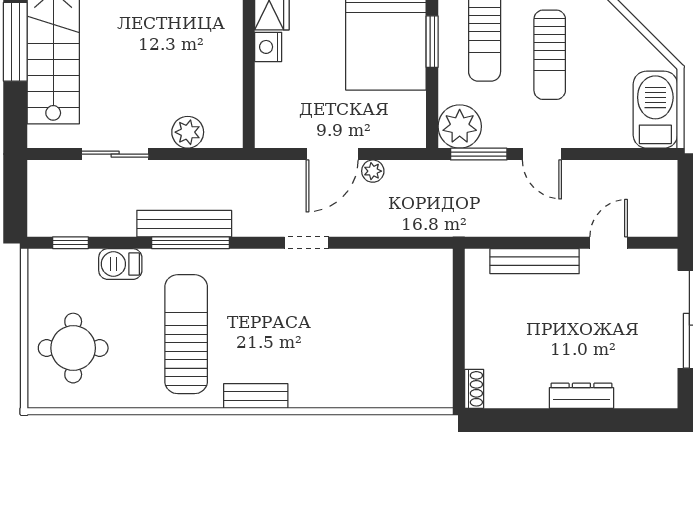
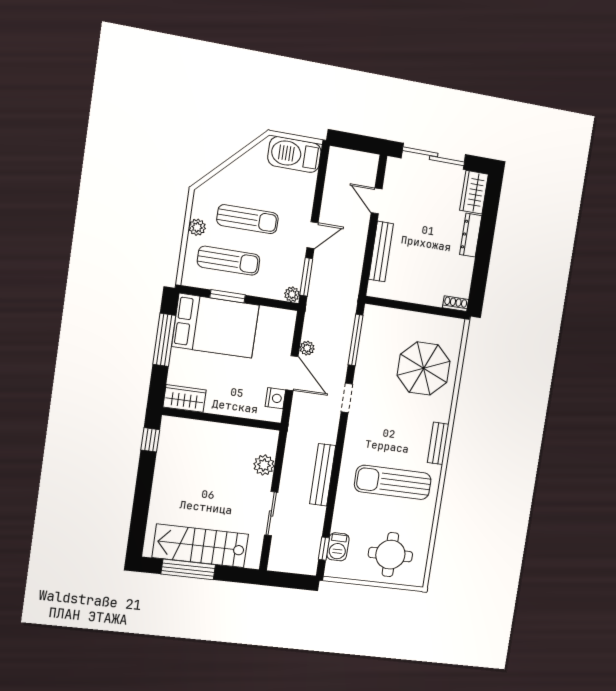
nightstand: (268, 47) -> (275, 398), moved, turned -90
plant: (460, 126) -> (292, 294), width x0.53, depth x0.53
window: (191, 243) -> (356, 340), moved
barbecue: (120, 264) -> (338, 547), moved
parasol: (368, 355) -> (424, 368), added
wardrobe: (647, 390) -> (474, 192), added

